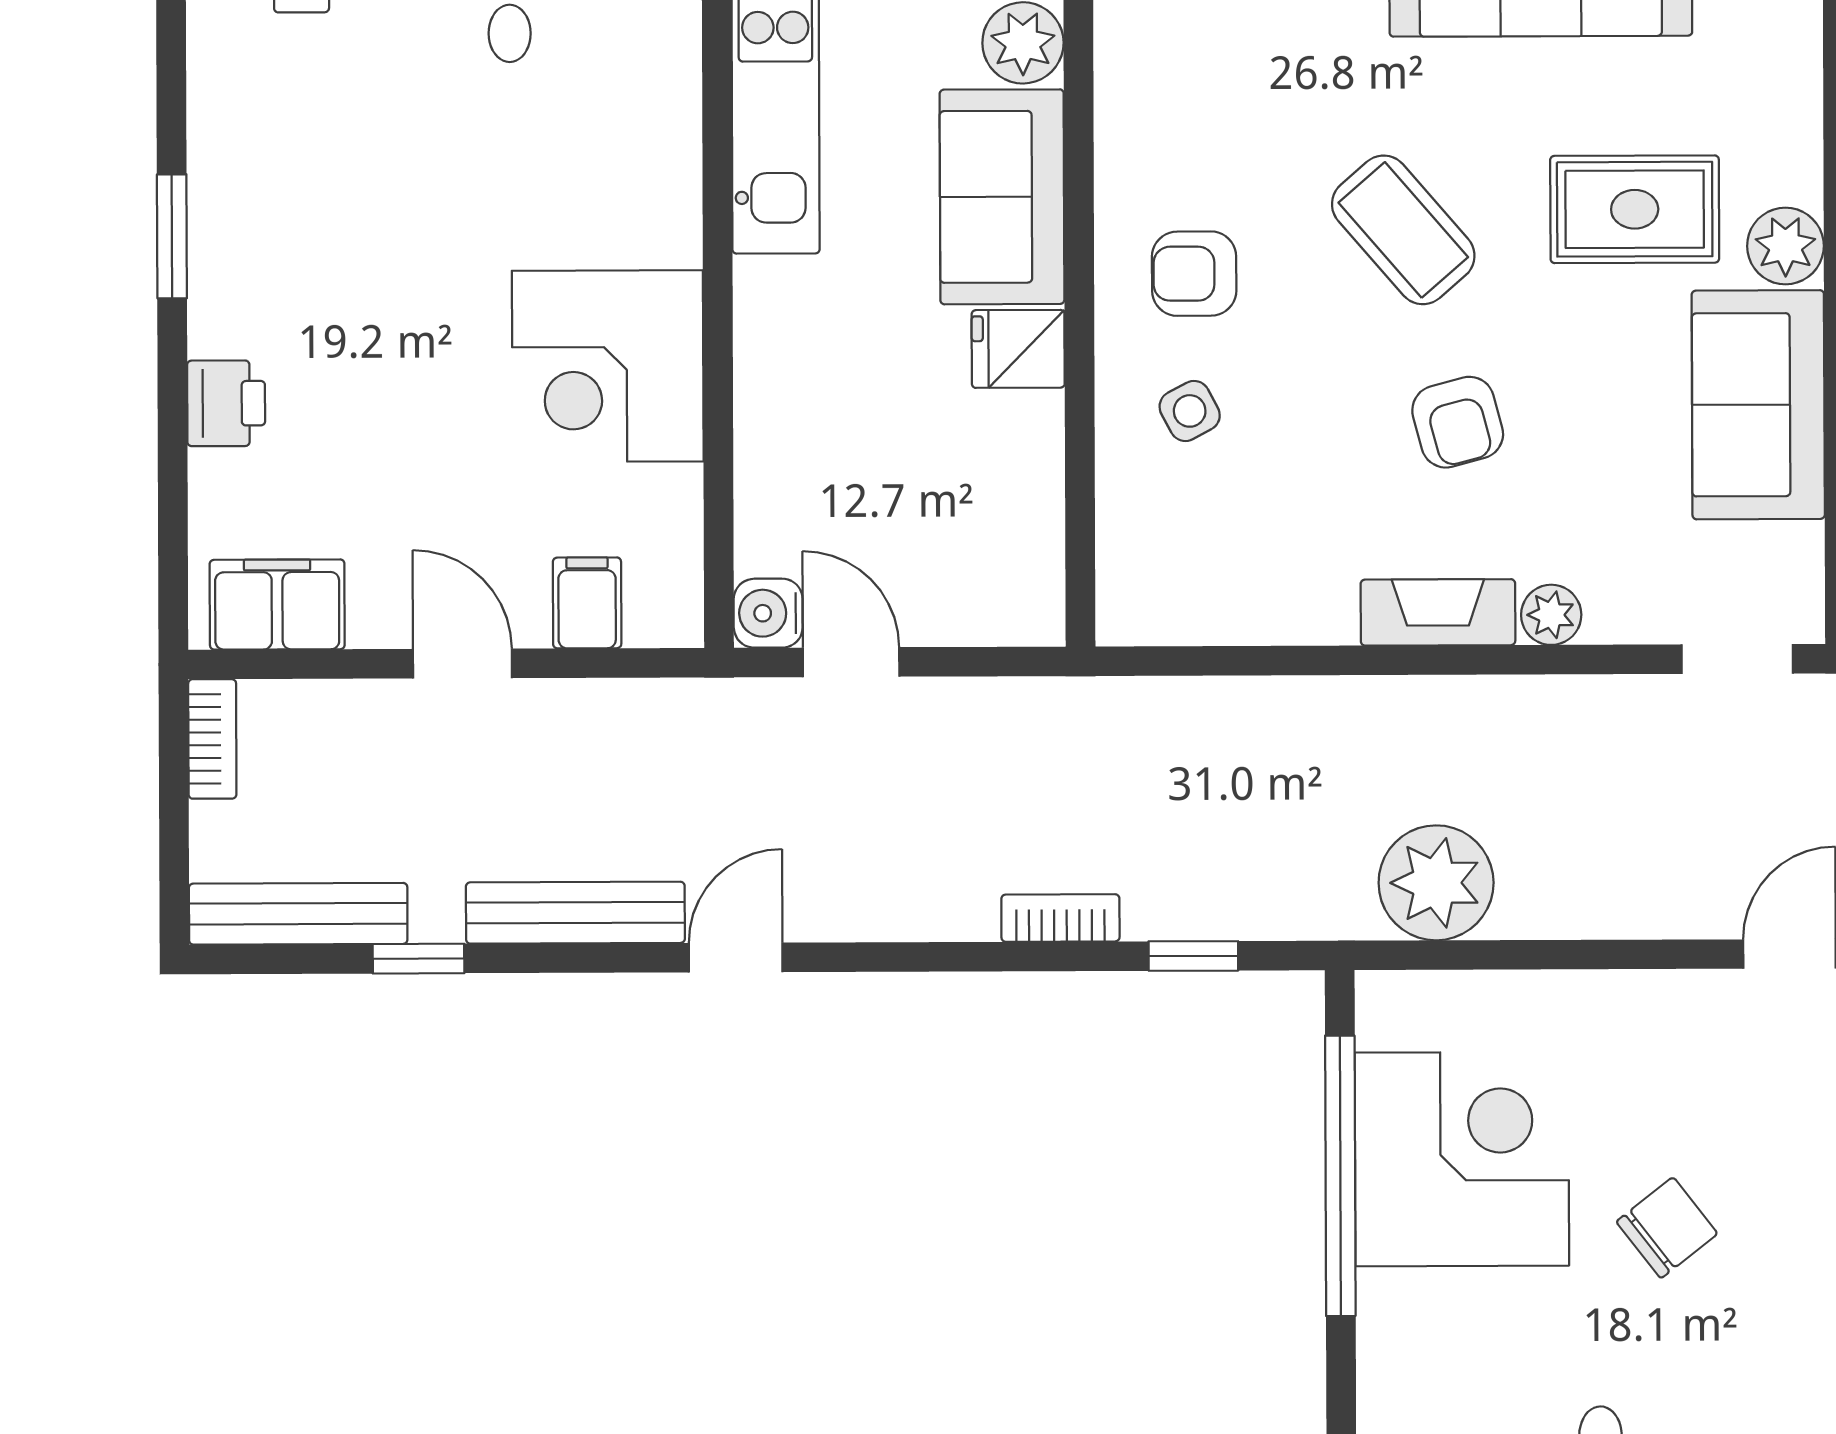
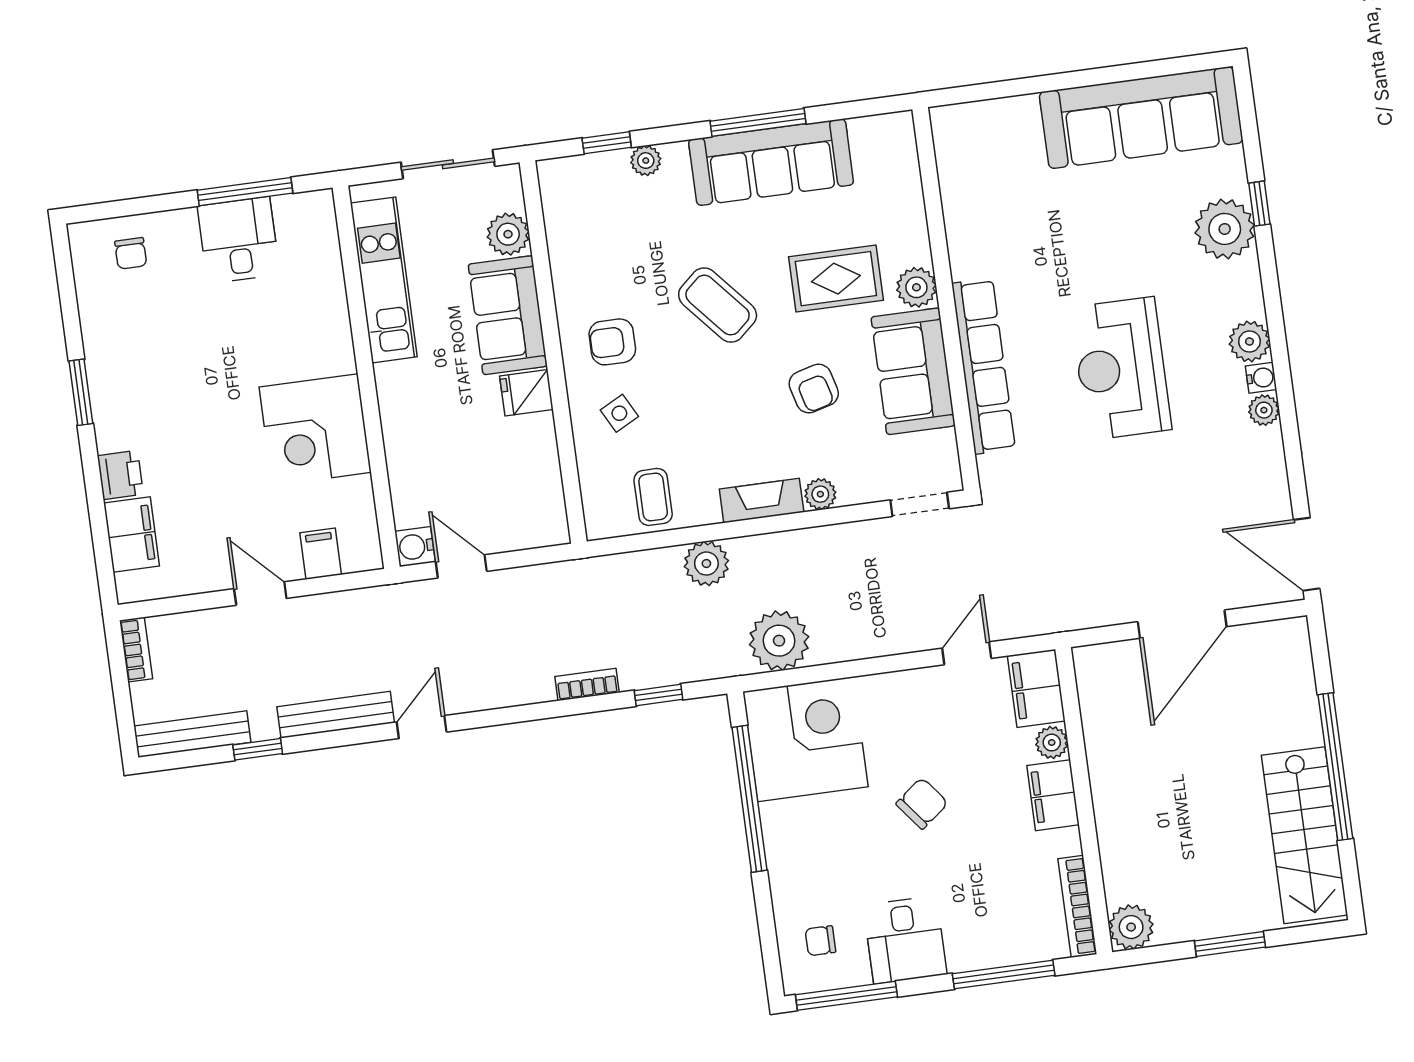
armchair: (1458, 422) -> (814, 389), moved
coffee table: (1233, 578) -> (653, 497), added
filing cabinet: (277, 605) -> (132, 535), moved, turned 90
plant: (1317, 718) -> (706, 564), added
corner desk: (1462, 1159) -> (805, 739), moved

